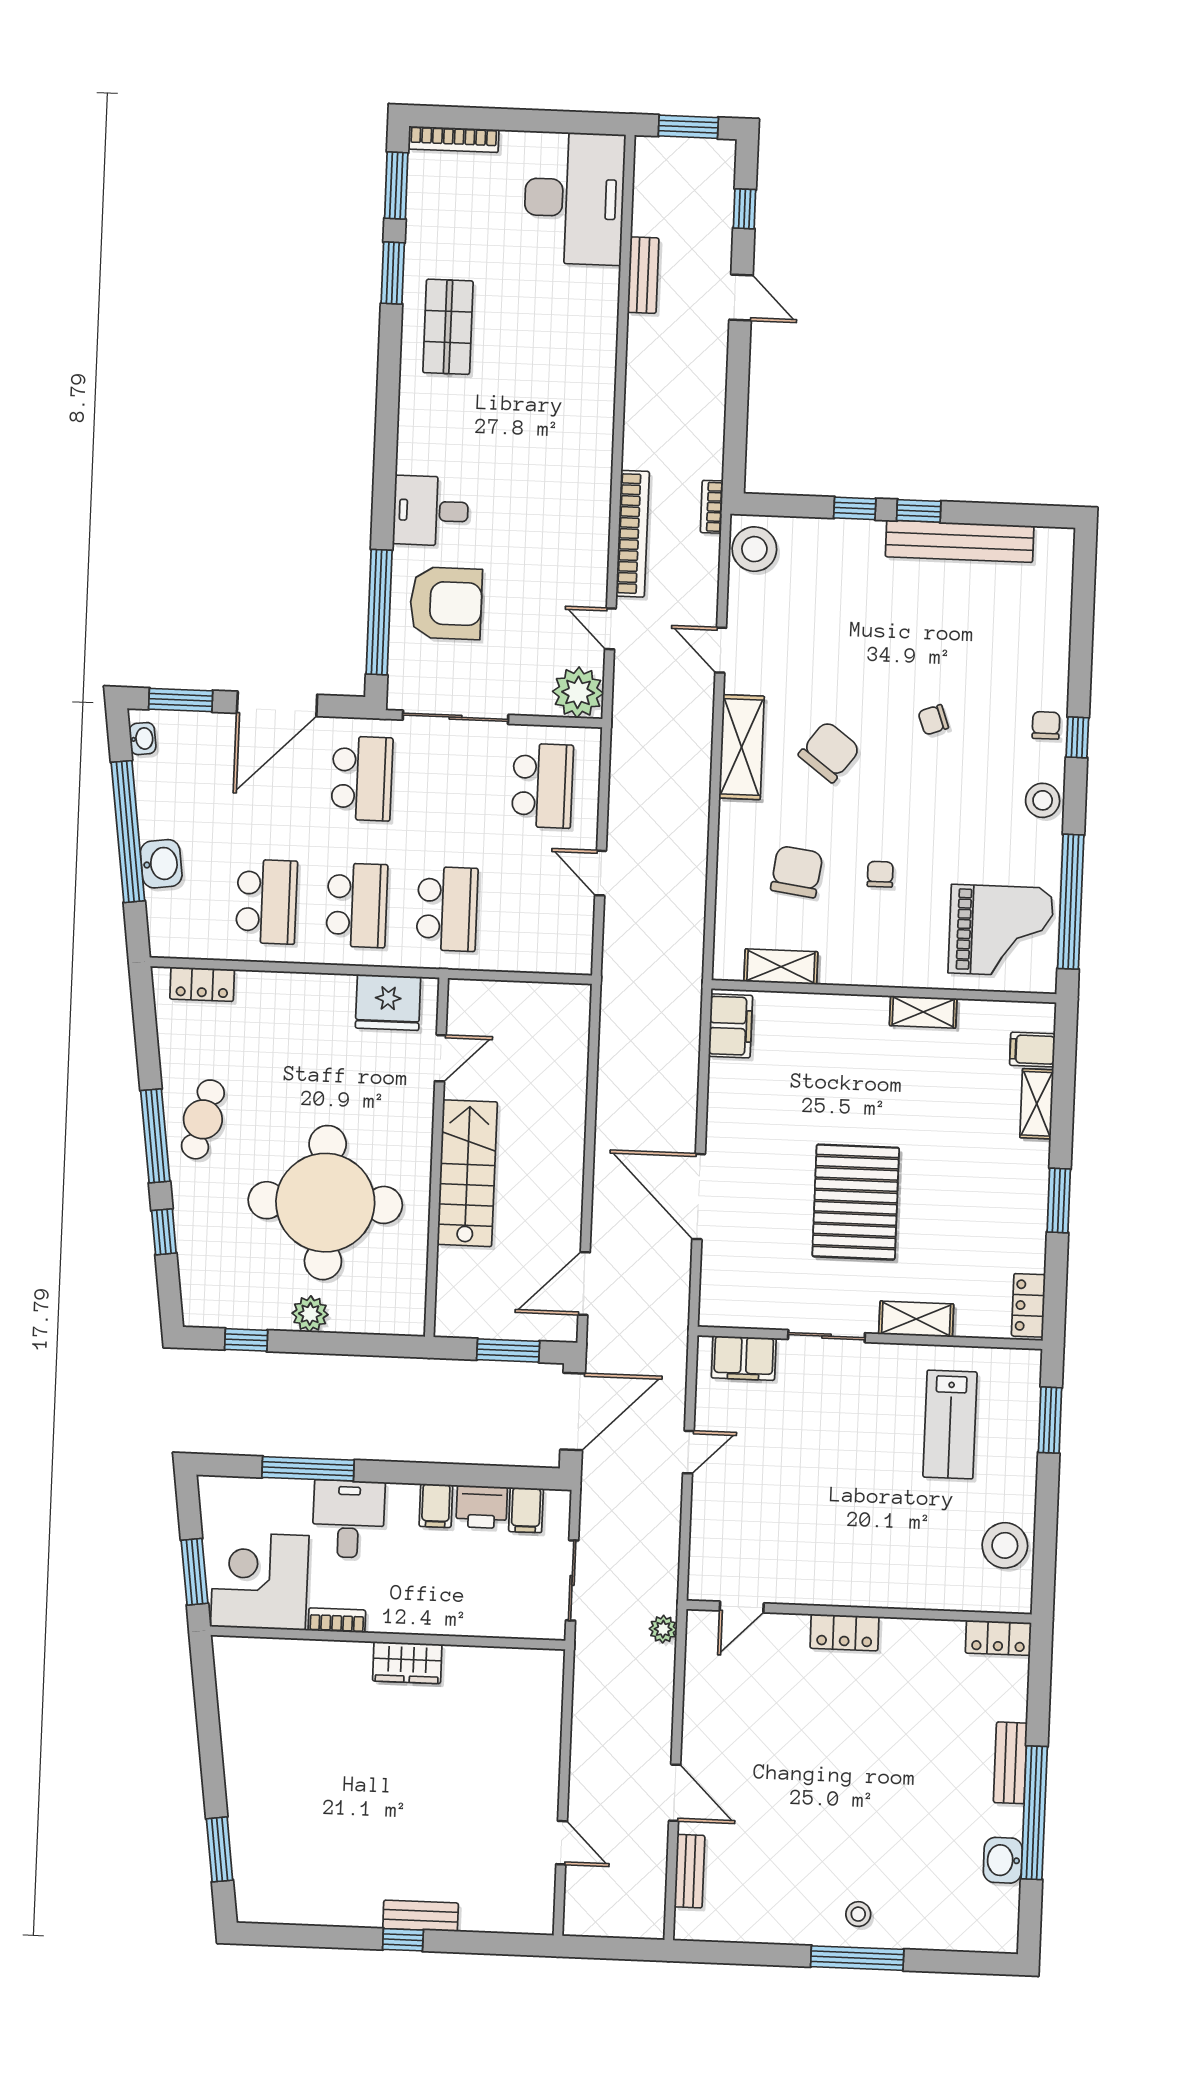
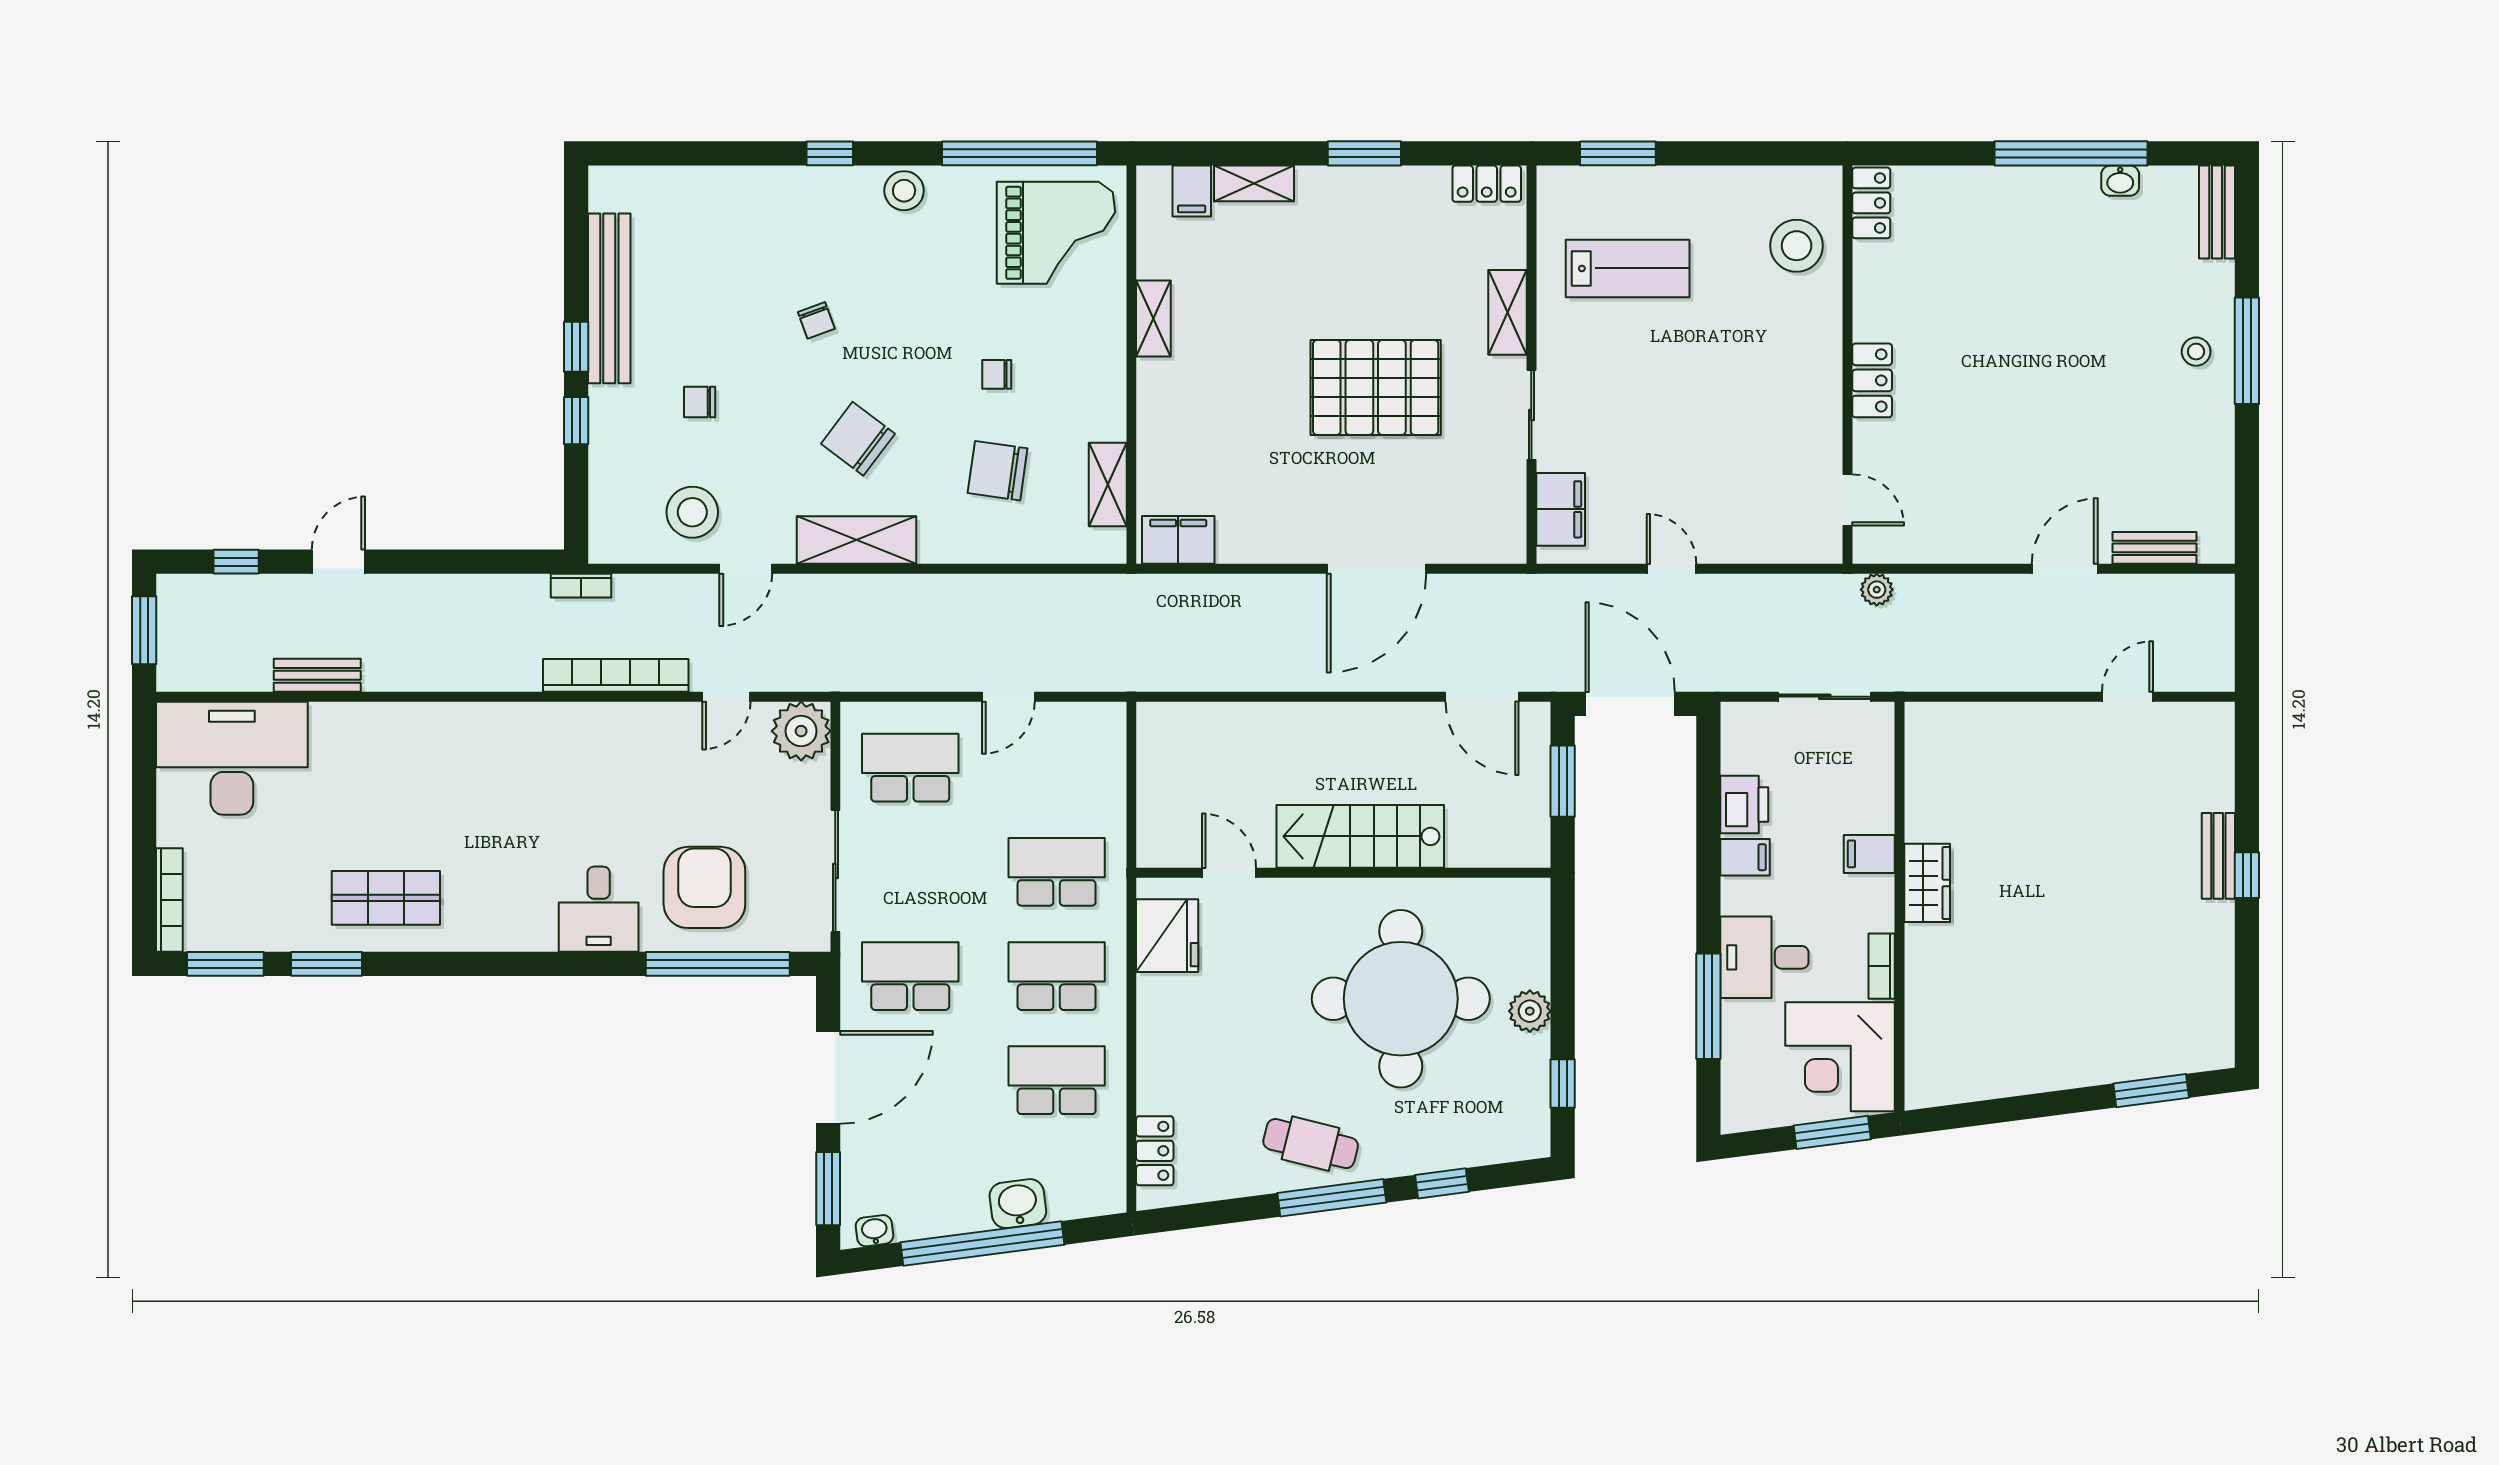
stool: (754, 549) -> (692, 512), moved
door: (277, 704) -> (828, 1077), hinge flipped
chair: (1046, 725) -> (700, 402), moved
grand piano: (1001, 931) -> (1056, 233), turned 90
filing cabinet: (526, 1510) -> (1869, 854), moved, turned 180
stool: (1005, 1545) -> (1797, 246), moved
bench: (1010, 1763) -> (2217, 212), moved, turned 90
washbasin: (1003, 1860) -> (2120, 181), width x0.72, depth x0.69

